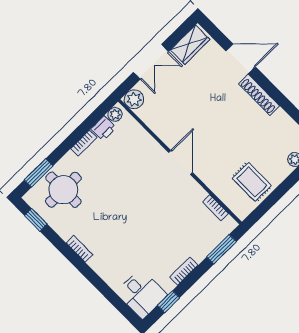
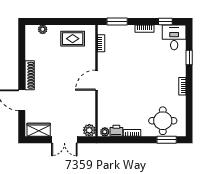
double door: (151, 62) -> (64, 140), swing flipped
rug: (252, 182) -> (73, 39), turned 90
window: (36, 220) -> (189, 58), moved

